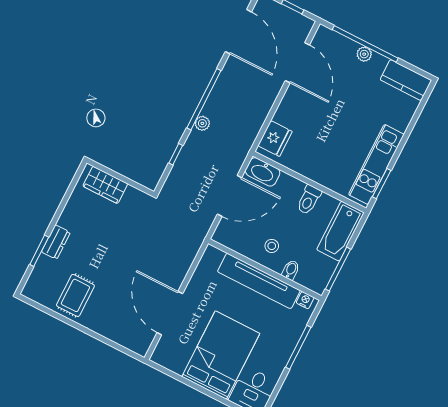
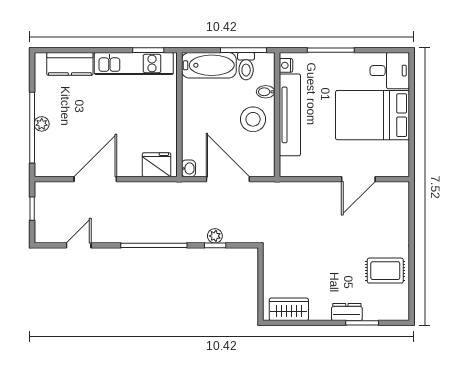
door: (238, 32) -> (79, 245), width x0.53
door: (297, 63) -> (95, 179), moved
kitchen counter: (406, 80) -> (70, 64), moved, turned 90
plant: (202, 123) -> (215, 236), moved
washbasin: (263, 172) -> (189, 168), width x0.52, depth x0.69
wardrobe: (105, 185) -> (289, 309), moved, turned -90
toilet: (309, 200) -> (246, 66), moved, turned 90
stool: (272, 246) -> (253, 119), width x1.89, depth x1.89
door: (170, 313) -> (358, 179), width x0.73

